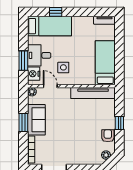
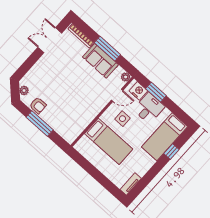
bed: (105, 63) -> (109, 141), moved
tv unit: (93, 93) -> (82, 124), removed
window: (23, 123) -> (107, 49), width x1.44
window: (119, 123) -> (40, 123), width x2.17

